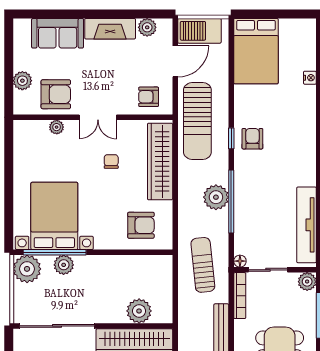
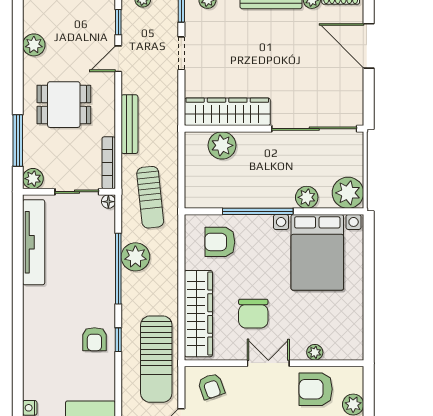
armchair: (149, 97) -> (211, 386), turned 71
sun lounger: (197, 121) -> (156, 359), turned 180
chair: (111, 162) -> (253, 314), width x1.87, depth x1.87
plant: (216, 197) -> (135, 257), moved
window: (55, 252) -> (258, 211), moved

